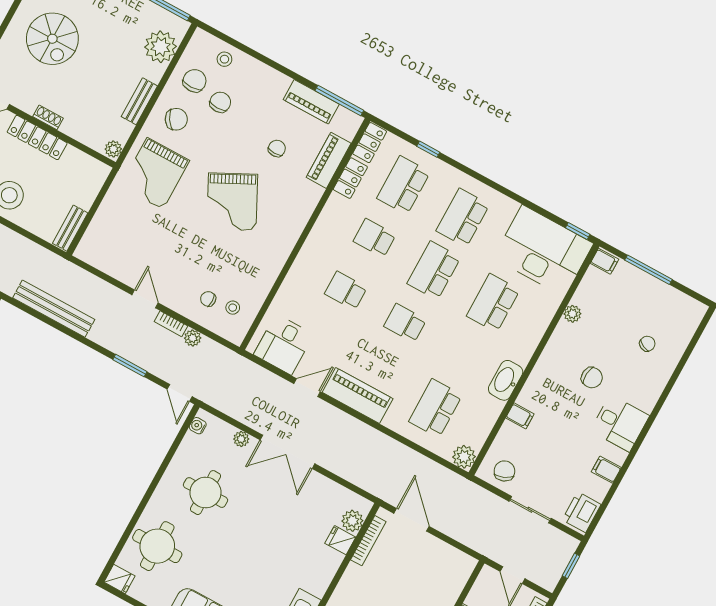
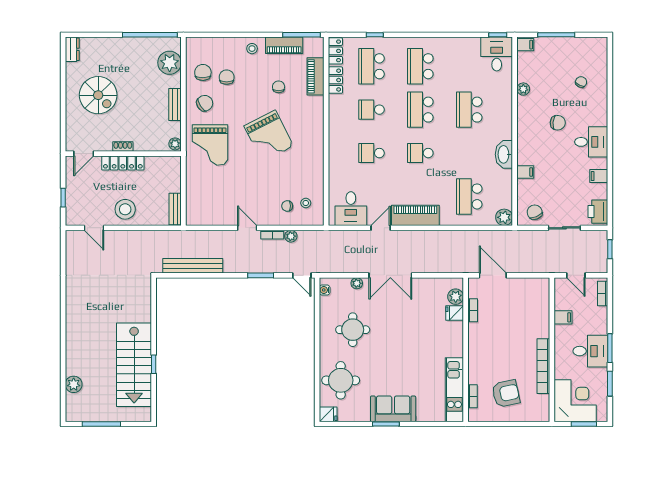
stool: (224, 59) -> (252, 49), moved
desk: (543, 251) -> (497, 54), width x0.53, depth x0.77
bookcase: (368, 541) -> (473, 310), width x0.64

